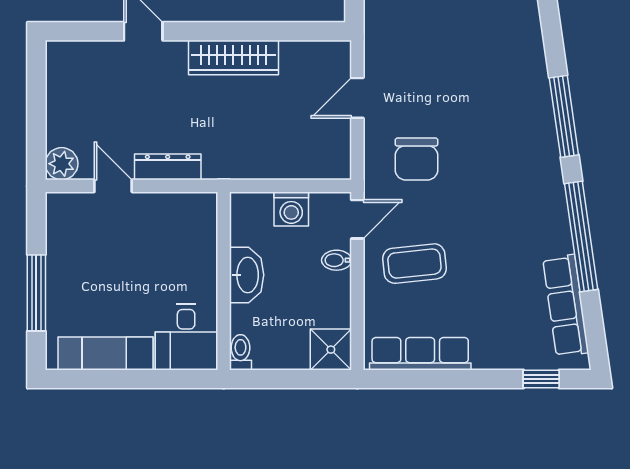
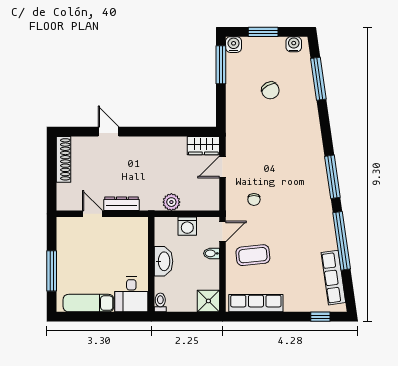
wardrobe: (233, 58) -> (203, 146), moved, width x0.67
shoe rack: (59, 83) -> (64, 159), added
chair: (416, 159) -> (254, 200), width x0.54, depth x0.54
plant: (62, 164) -> (171, 202), moved

